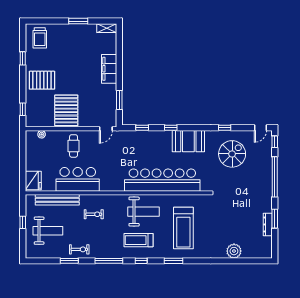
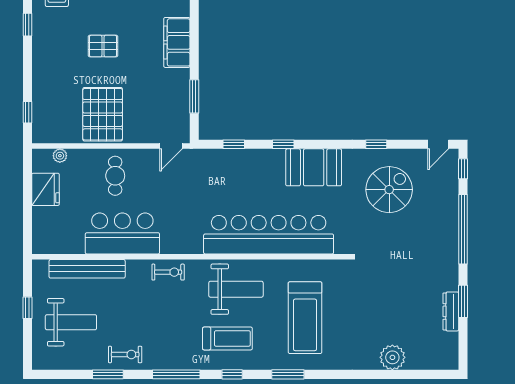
pallet: (42, 80) -> (103, 46), moved, width x0.67, depth x0.71
fridge: (33, 181) -> (46, 189), moved
exercise bike: (94, 214) -> (168, 272), moved
treadmill: (138, 240) -> (227, 338), turned 180

